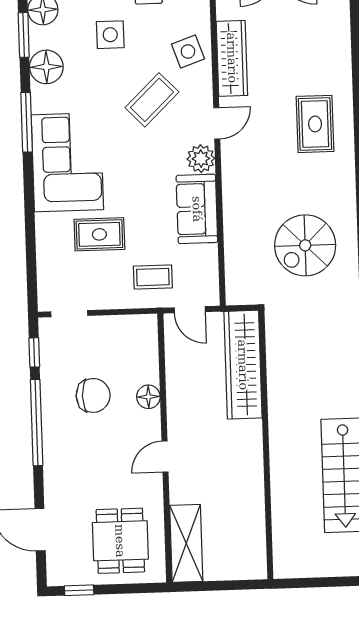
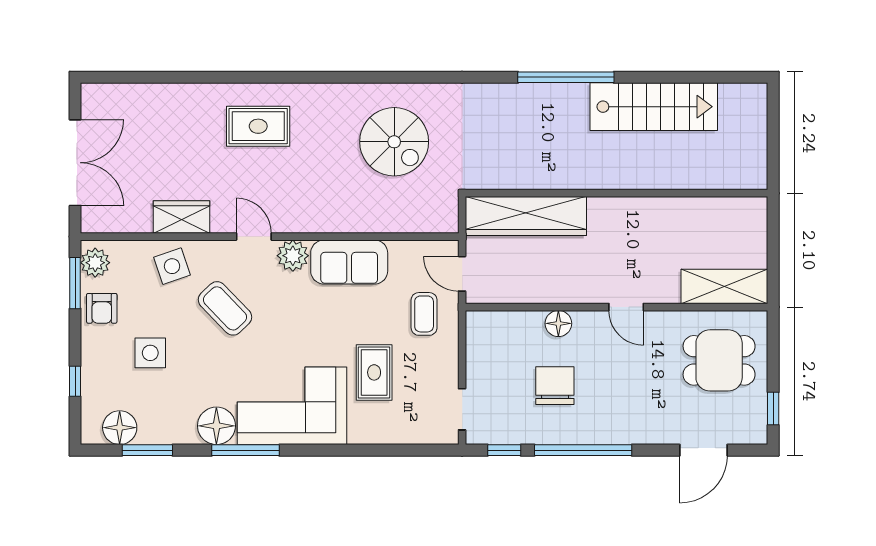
wardrobe: (232, 58) -> (182, 217), width x0.67
floor lamp: (46, 67) -> (216, 426), moved
door: (190, 310) -> (462, 274), swing flipped

